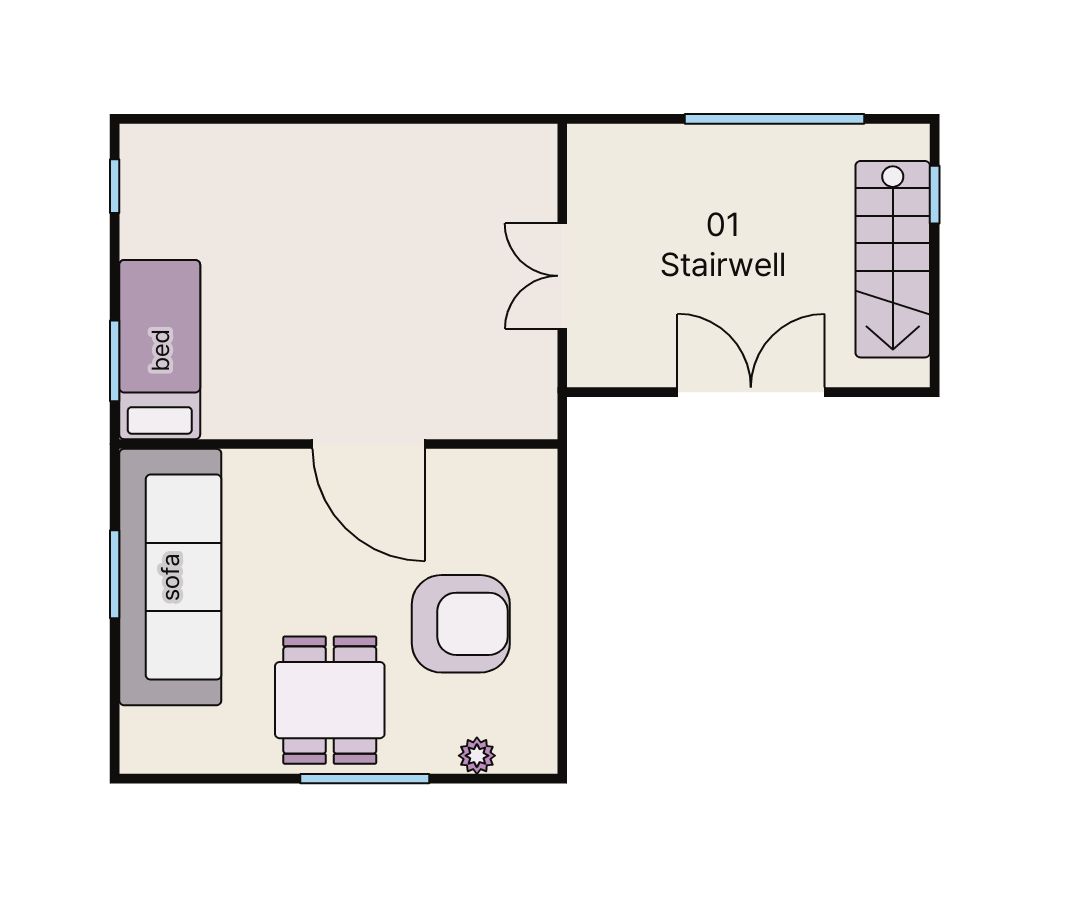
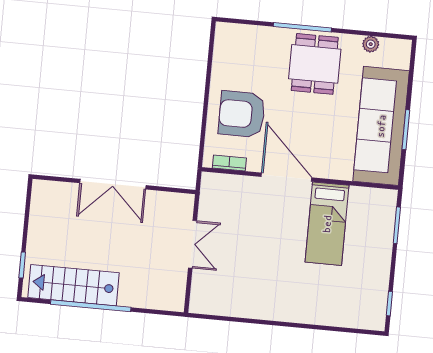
stairs: (893, 259) -> (74, 285), moved, turned -90
bed: (160, 350) -> (327, 224), moved
bookcase: (498, 463) -> (229, 163), added
armchair: (461, 624) -> (242, 114), moved
plant: (477, 756) -> (371, 44), moved

